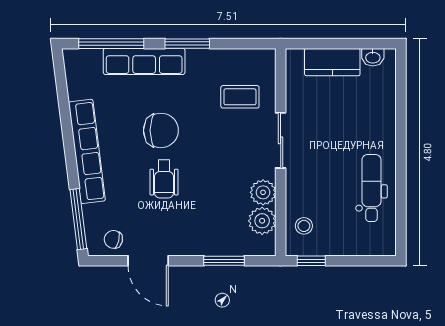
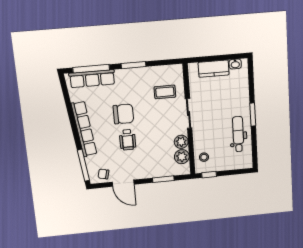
row of seats: (144, 61) -> (92, 79), moved
window: (401, 154) -> (253, 115), added

